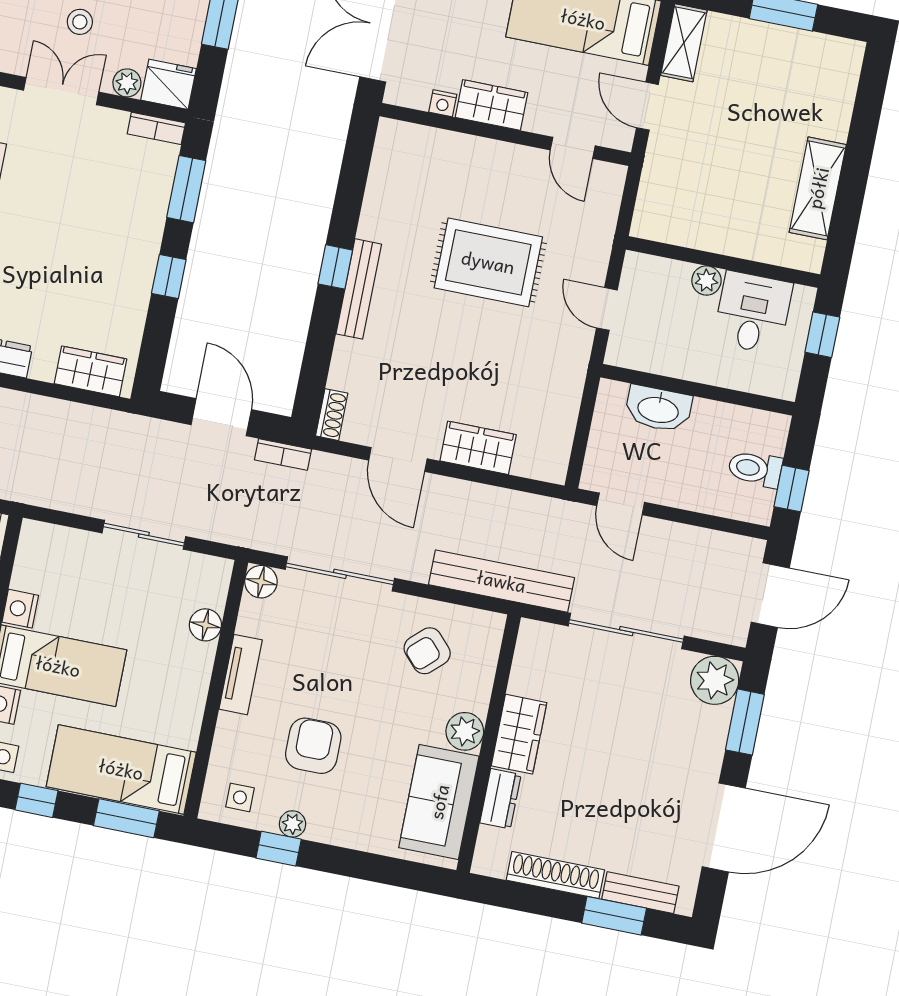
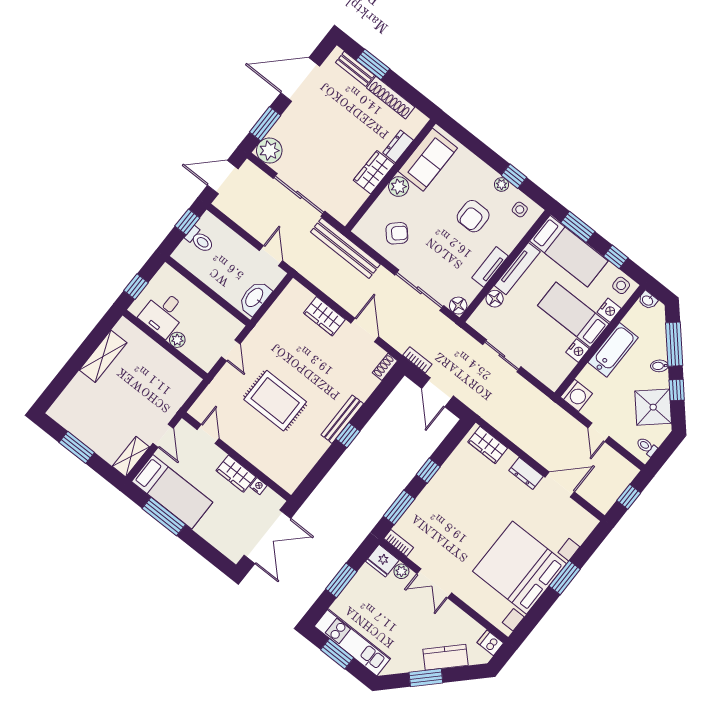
stool: (80, 22) -> (409, 611), removed
washbasin: (658, 409) -> (255, 298), moved, turned -90
tv unit: (193, 695) -> (517, 269), added

